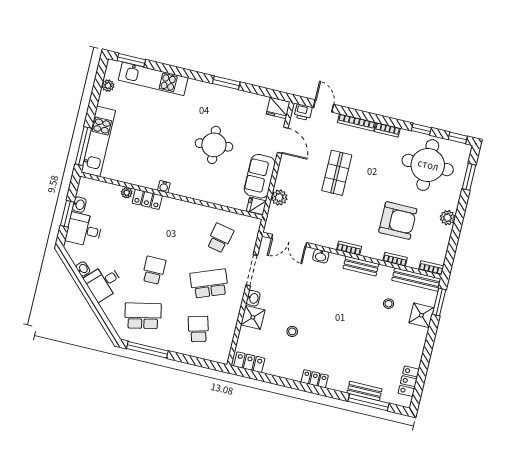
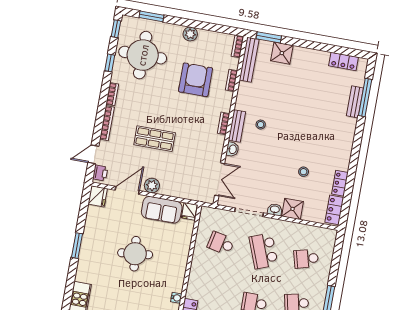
plant: (279, 197) -> (152, 186), moved
bench: (361, 266) -> (237, 126), moved
stool: (389, 304) -> (261, 125), moved
locker: (315, 379) -> (340, 183), moved

